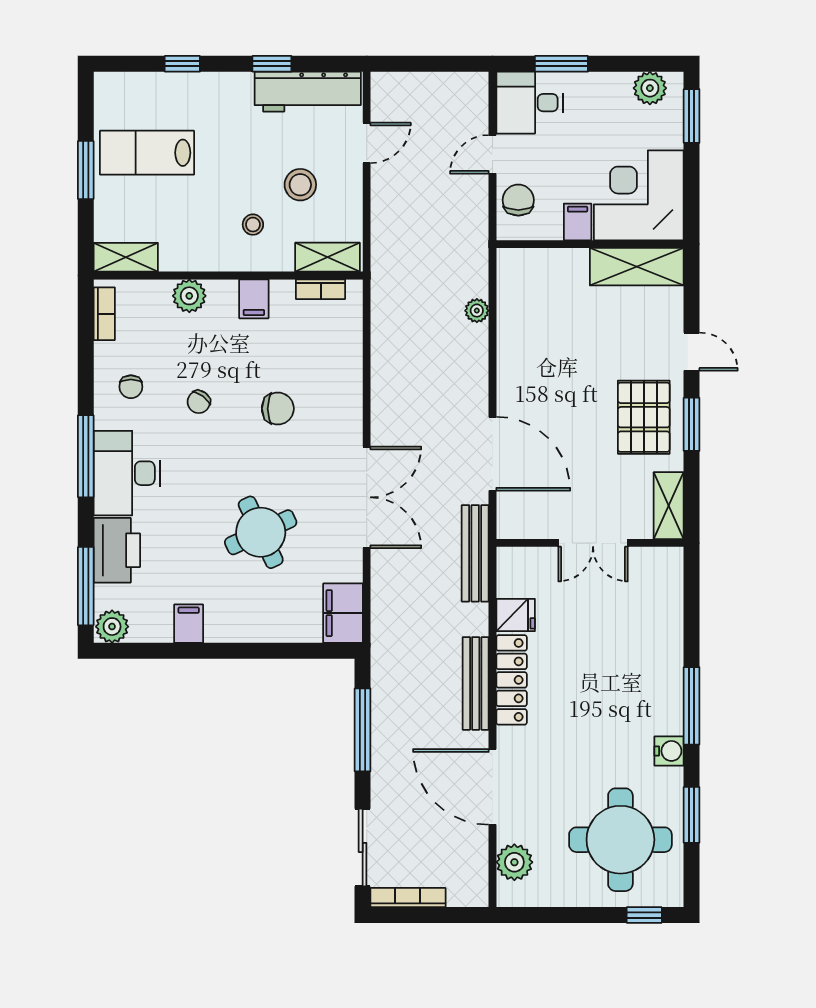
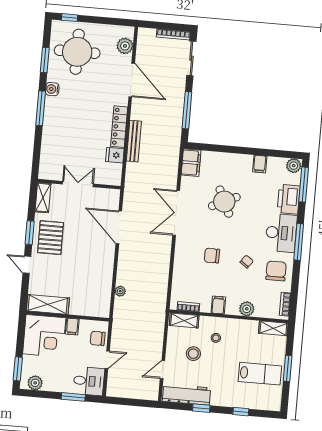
chair: (518, 200) -> (98, 338), turned 90
chair: (131, 387) -> (276, 271), width x1.87, depth x1.87
bench: (475, 553) -> (130, 184), removed
bench: (476, 683) -> (134, 141), moved

